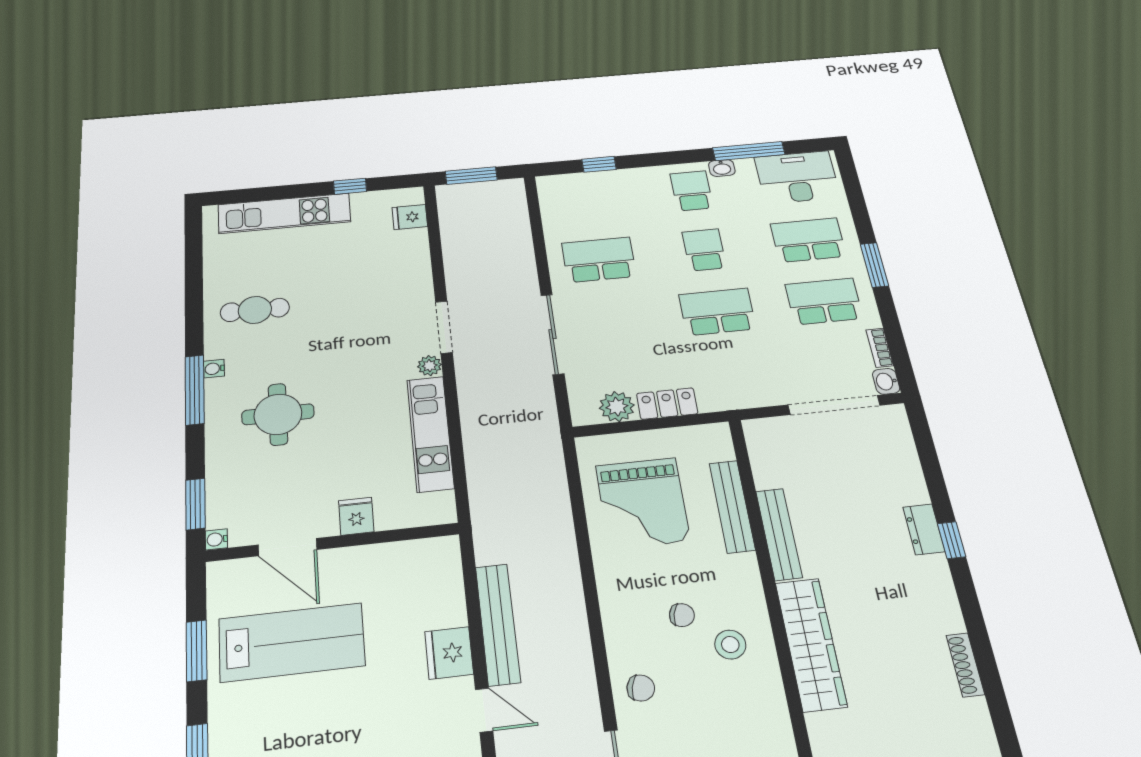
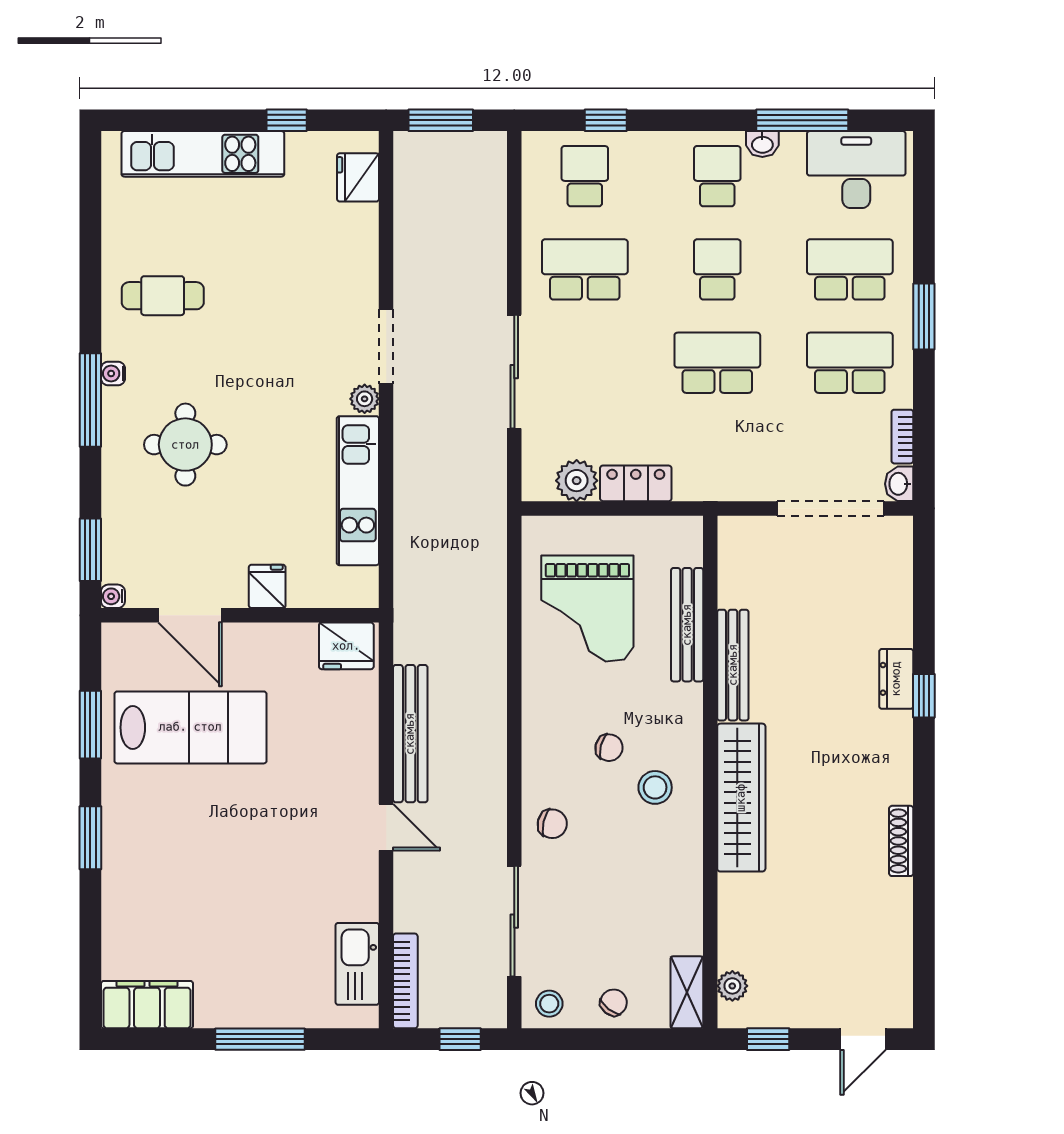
school desk: (589, 200) -> (585, 176), added
fridge: (410, 217) -> (358, 177), width x1.38
fridge: (449, 653) -> (346, 646), moved, turned -90

